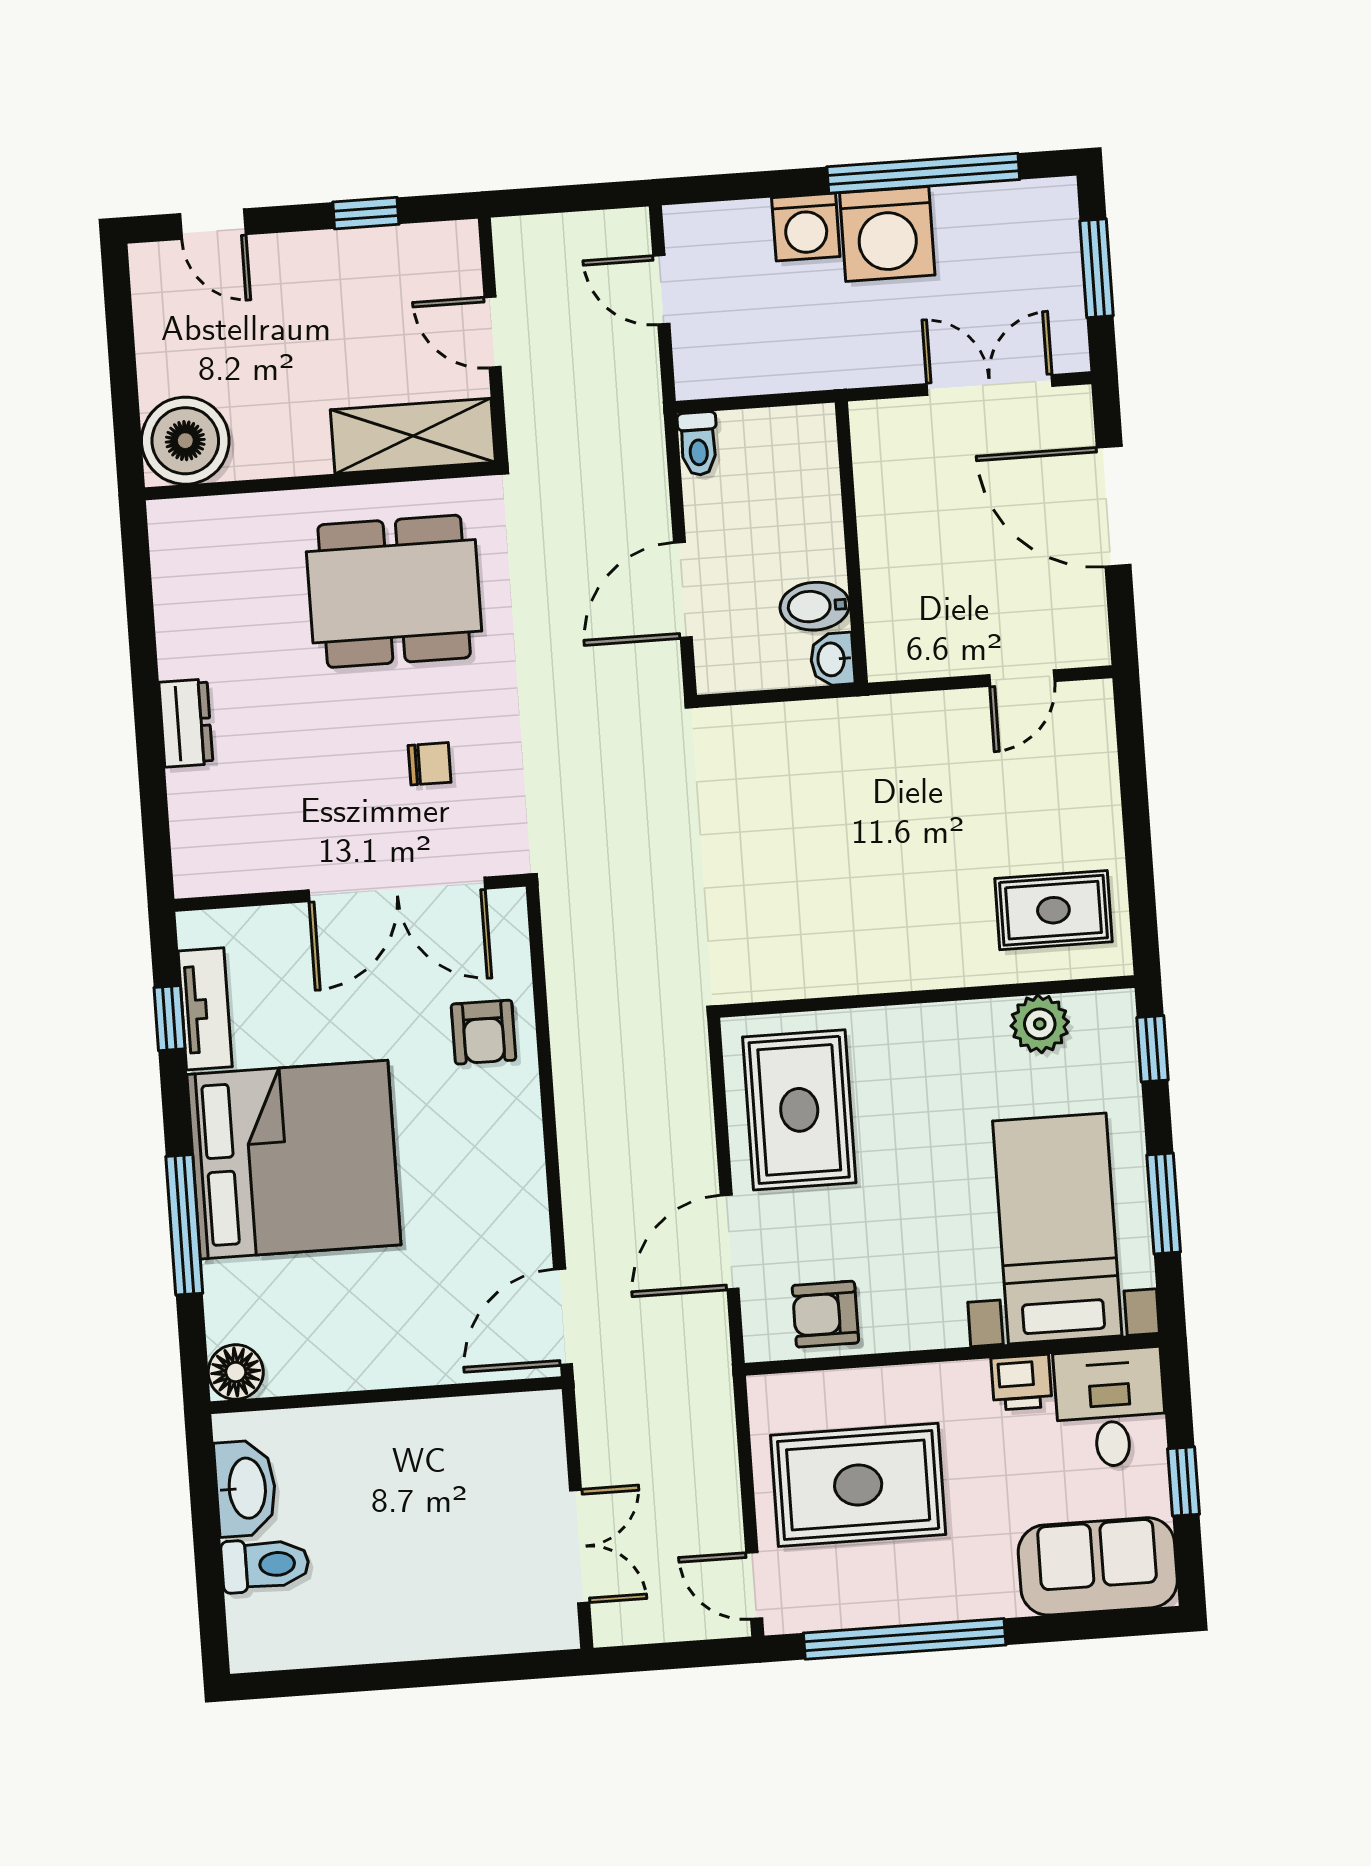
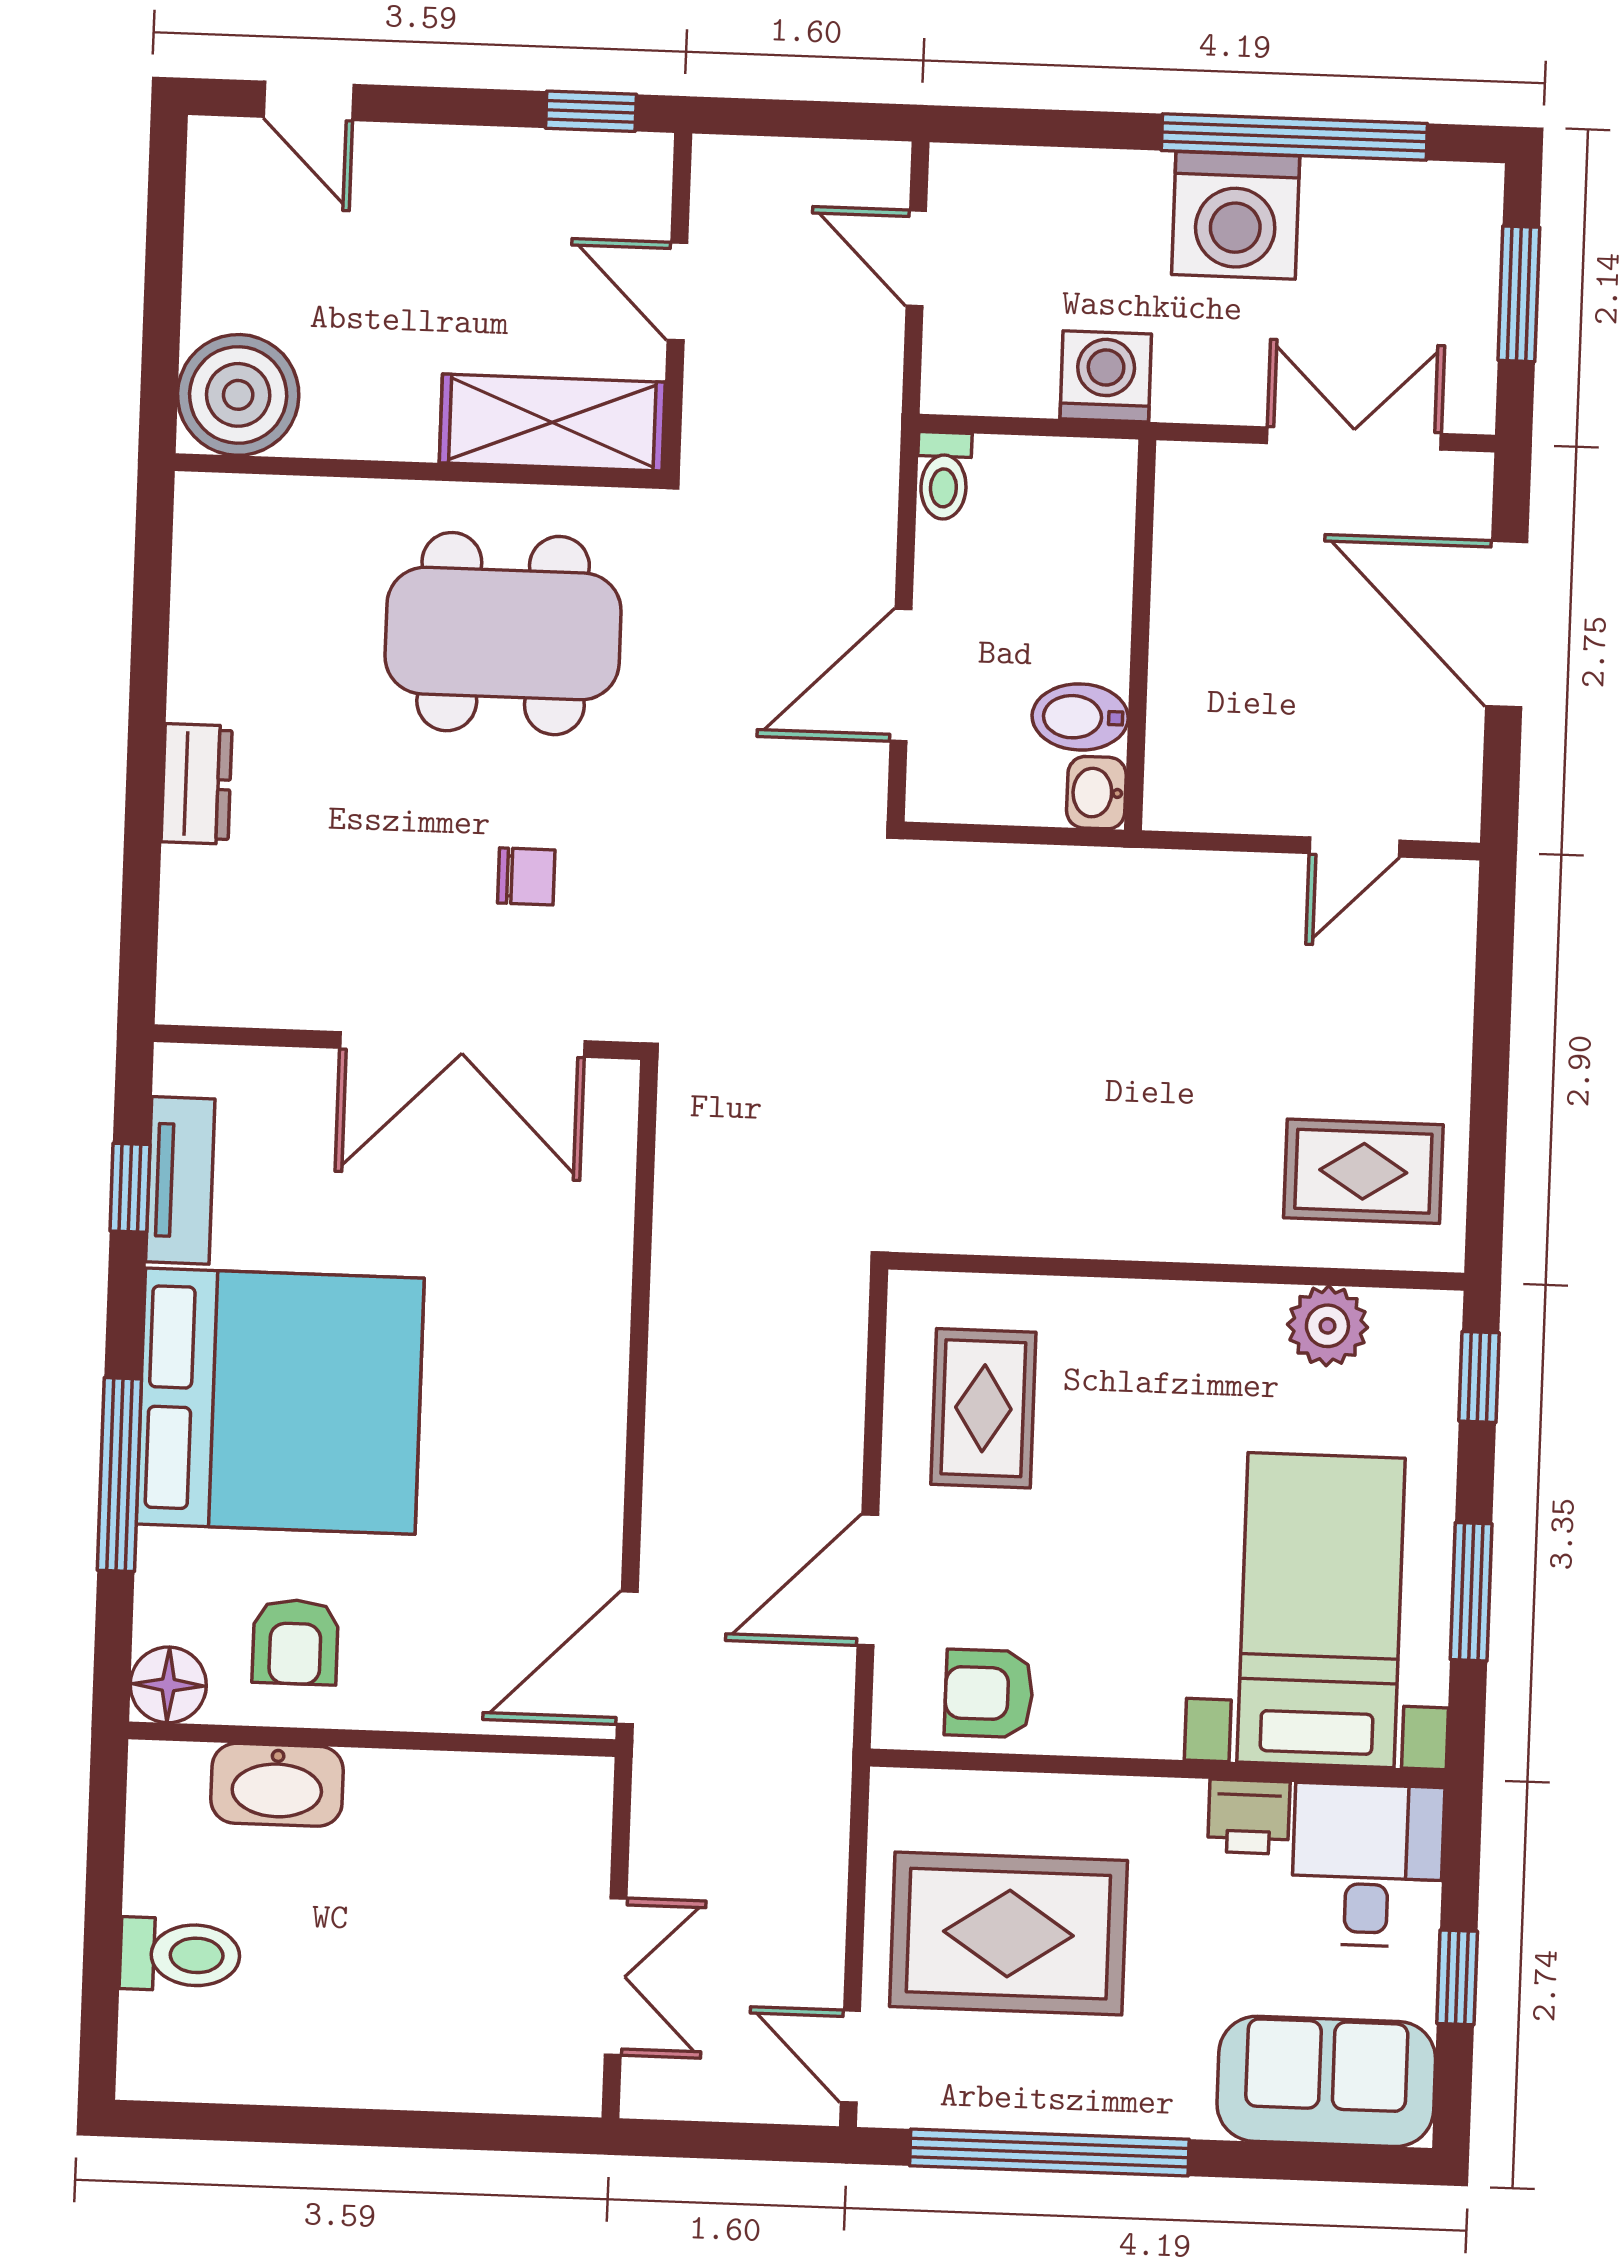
window: (366, 213) -> (591, 111), moved
washing machine: (806, 227) -> (1106, 376), moved, turned 180
armchair: (484, 1032) -> (295, 1642), moved
rug: (799, 1110) -> (983, 1408), width x0.73, depth x0.70
washbasin: (246, 1488) -> (277, 1785), moved, turned 90

